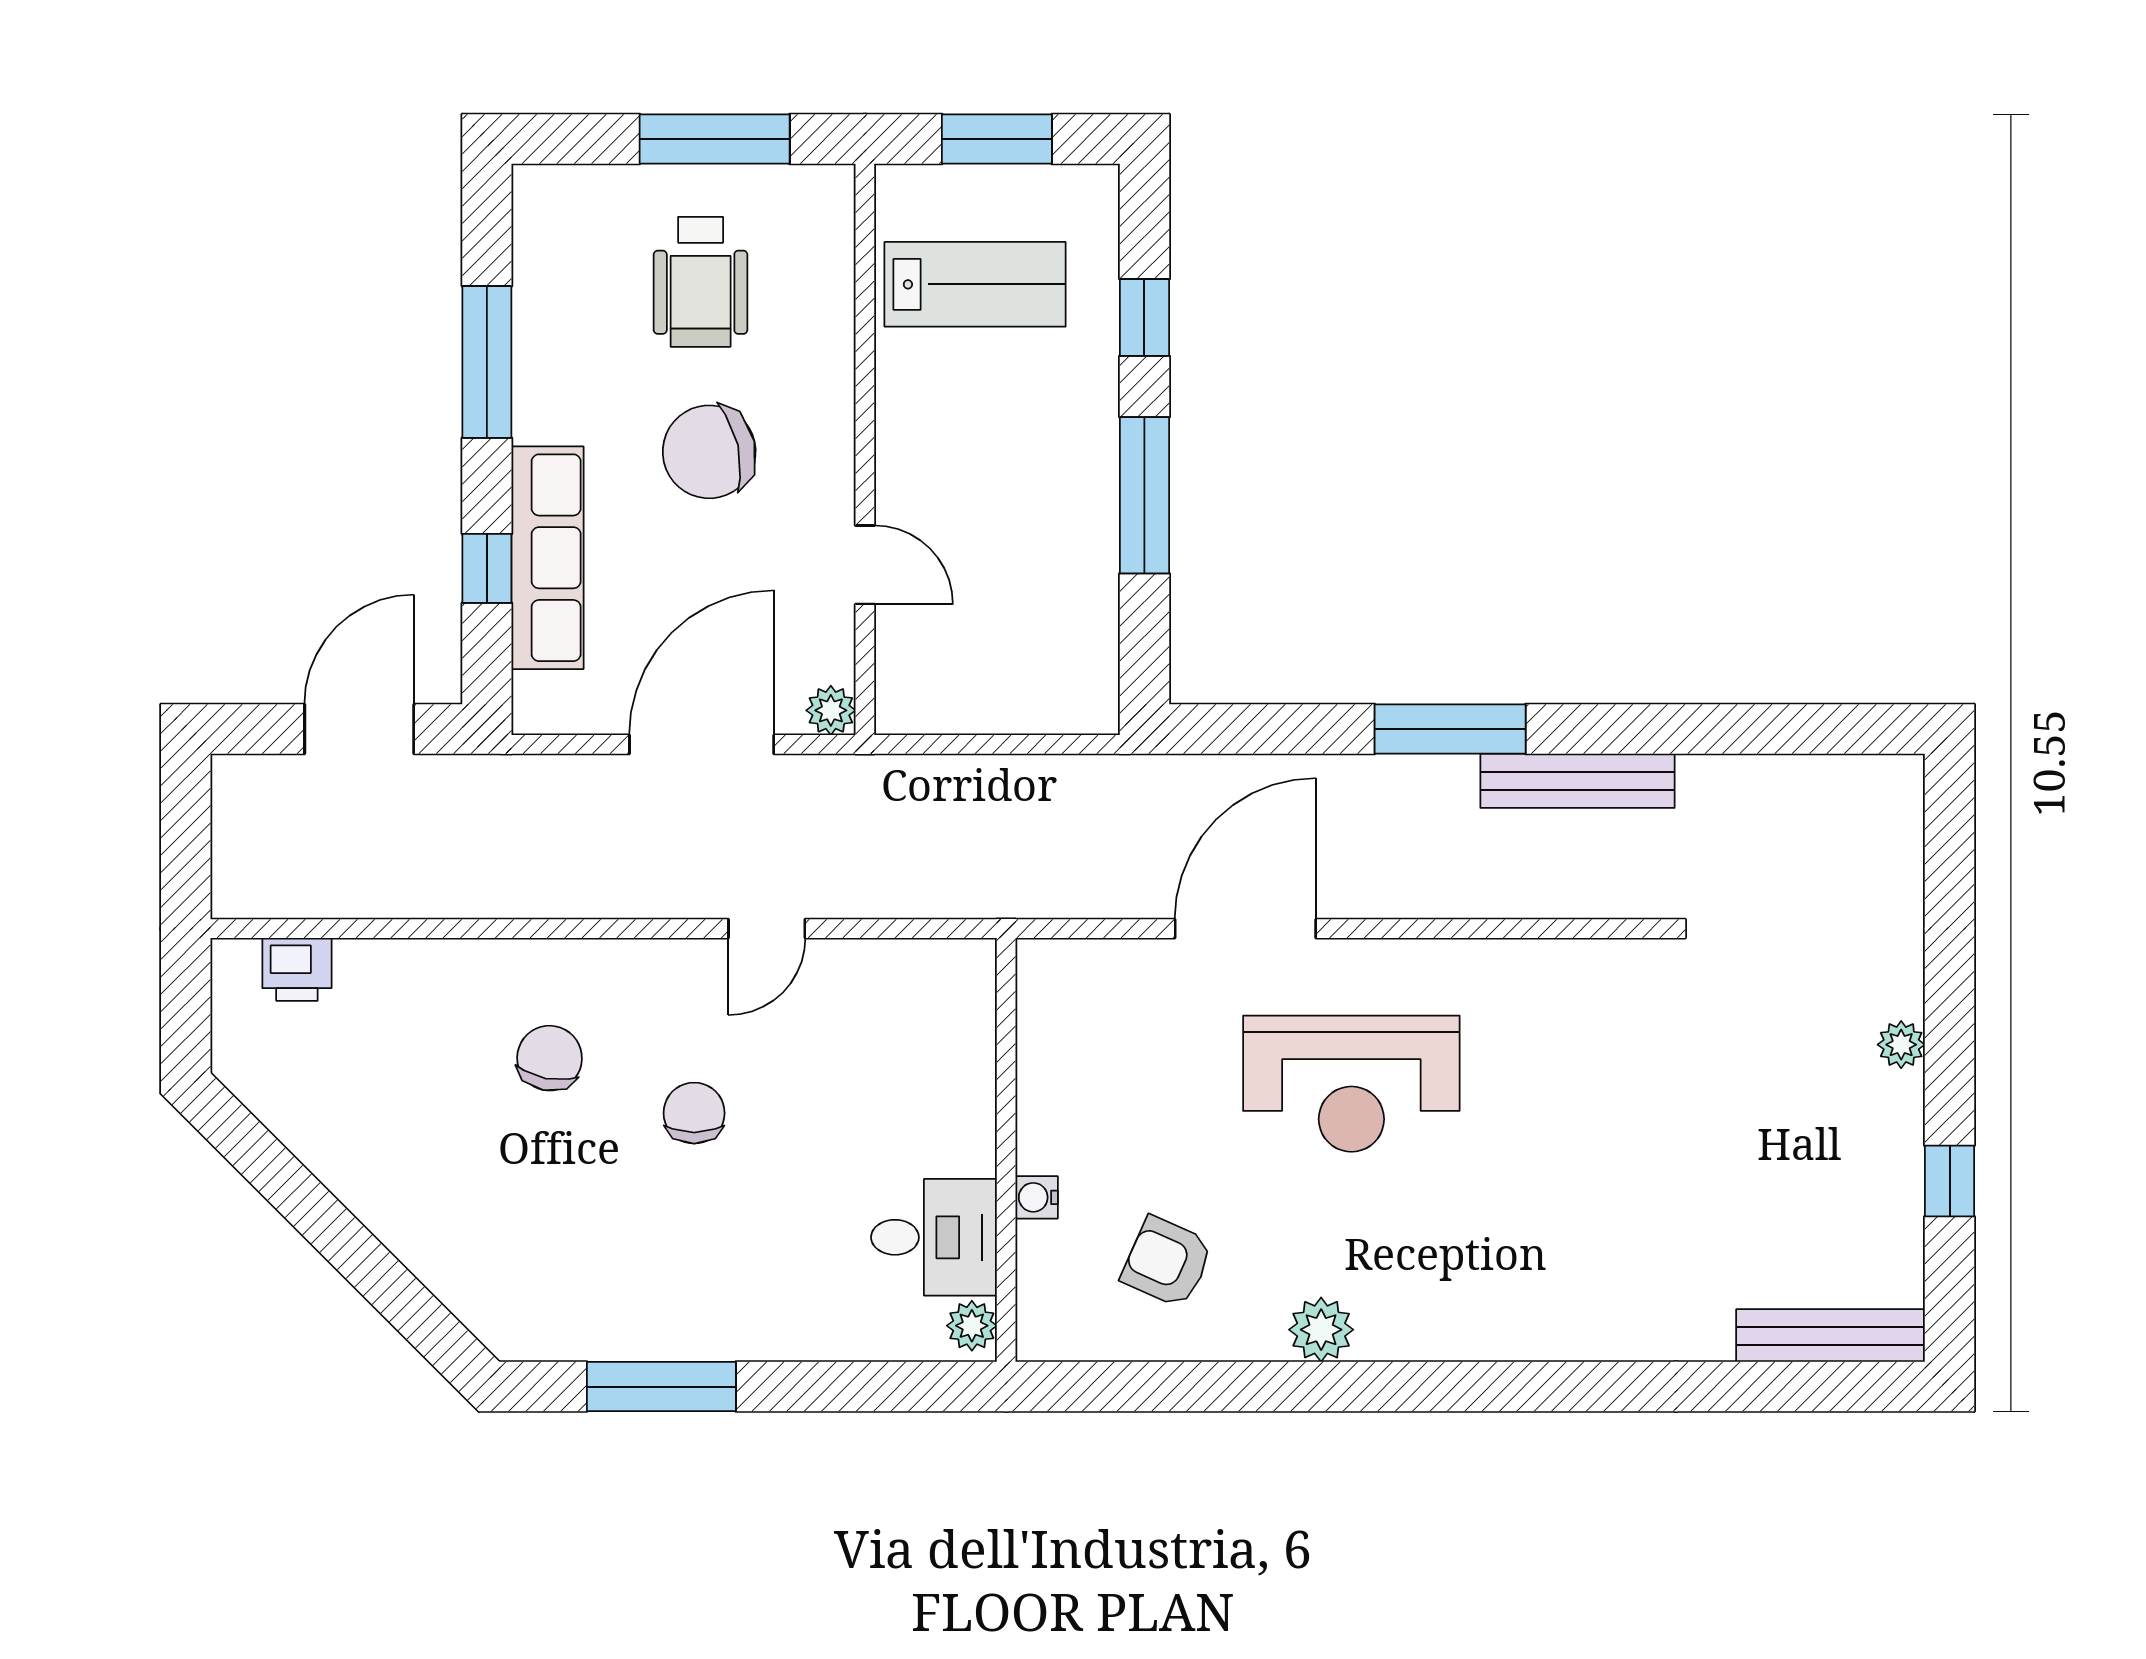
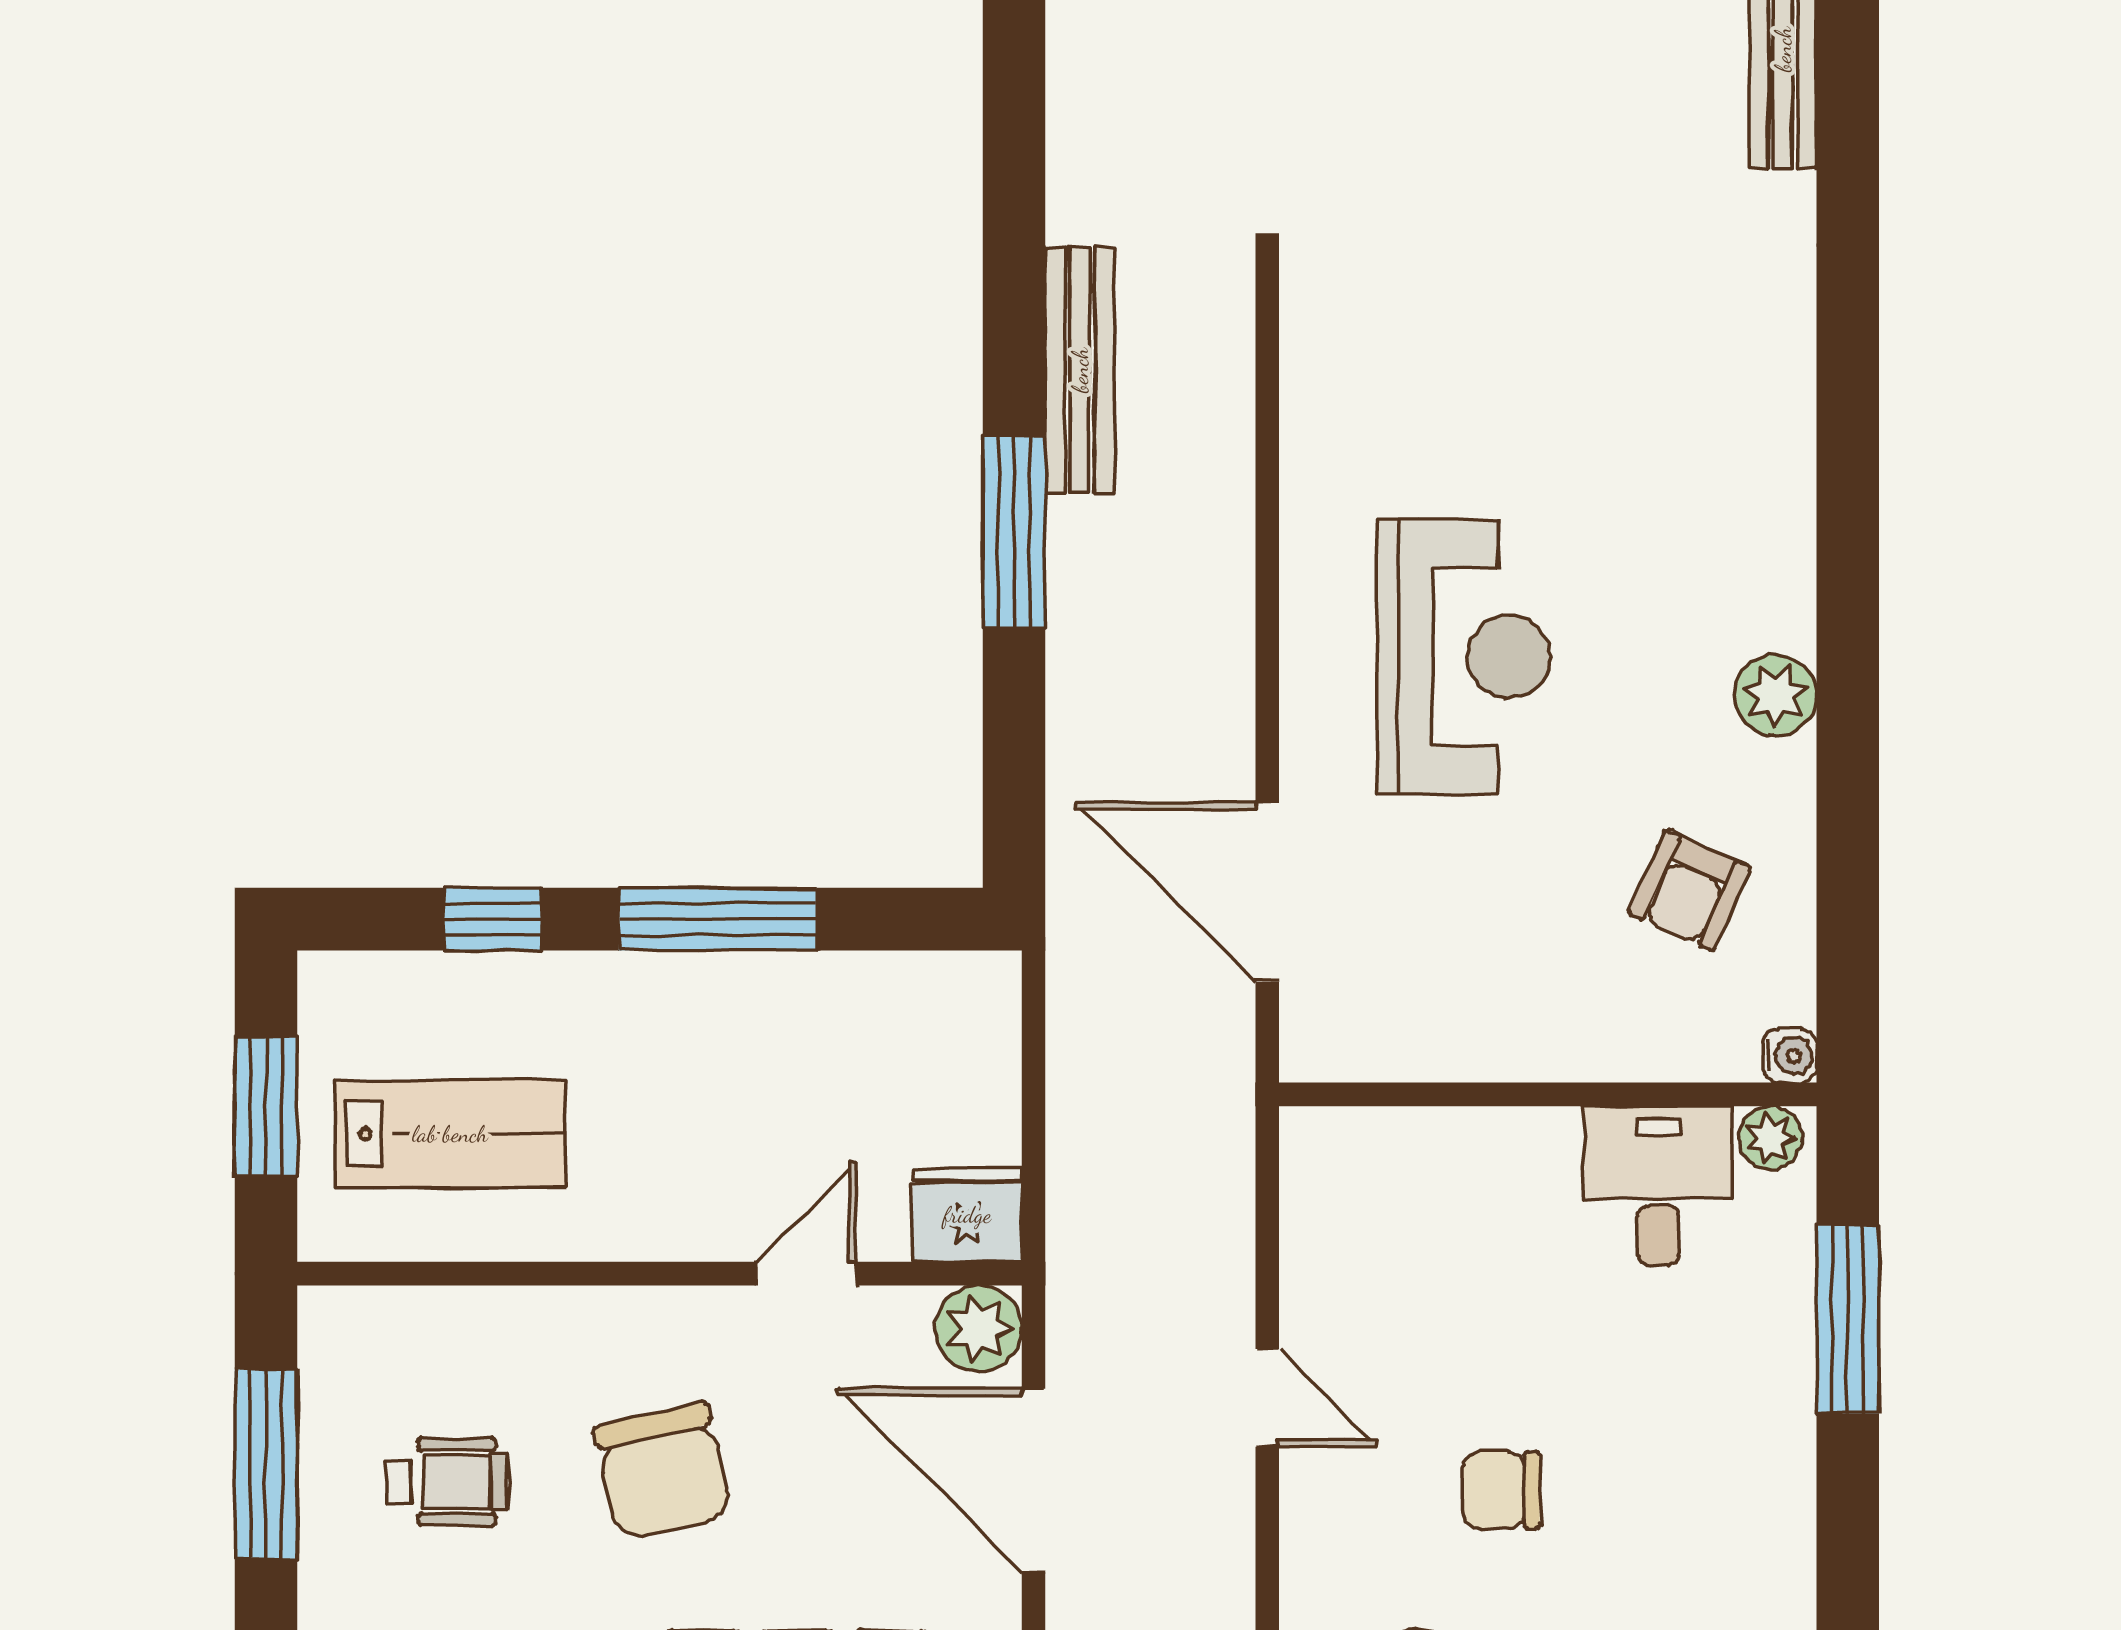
wheelchair: (701, 282) -> (447, 1482), width x0.73, depth x0.73
lab bench: (975, 284) -> (450, 1134), turned 90
fridge: (911, 692) -> (967, 1215), added
plant: (831, 710) -> (979, 1328), width x1.38, depth x1.38
door: (1245, 929) -> (1267, 892), moved
water cooler: (1037, 1197) -> (1790, 1056), moved, turned -90
window: (661, 1387) -> (1848, 1319), moved

